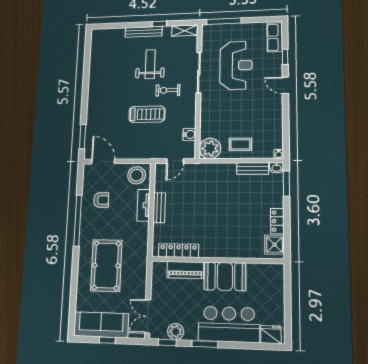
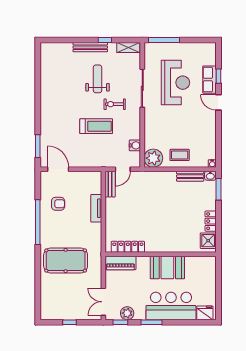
row of seats: (275, 37) -> (209, 80), moved
stool: (137, 175) -> (89, 182), removed
bench: (159, 208) -> (110, 184), moved
pool table: (106, 265) -> (66, 260), turned 90
piano: (185, 270) -> (120, 263), moved
sofa: (101, 325) -> (64, 310), removed

